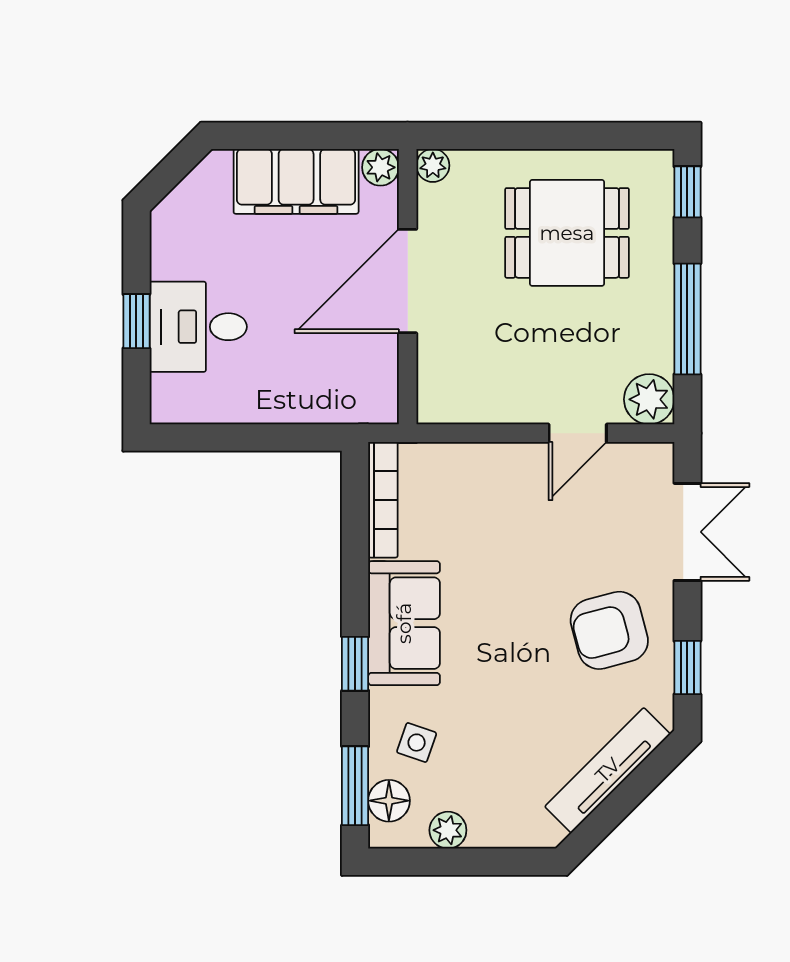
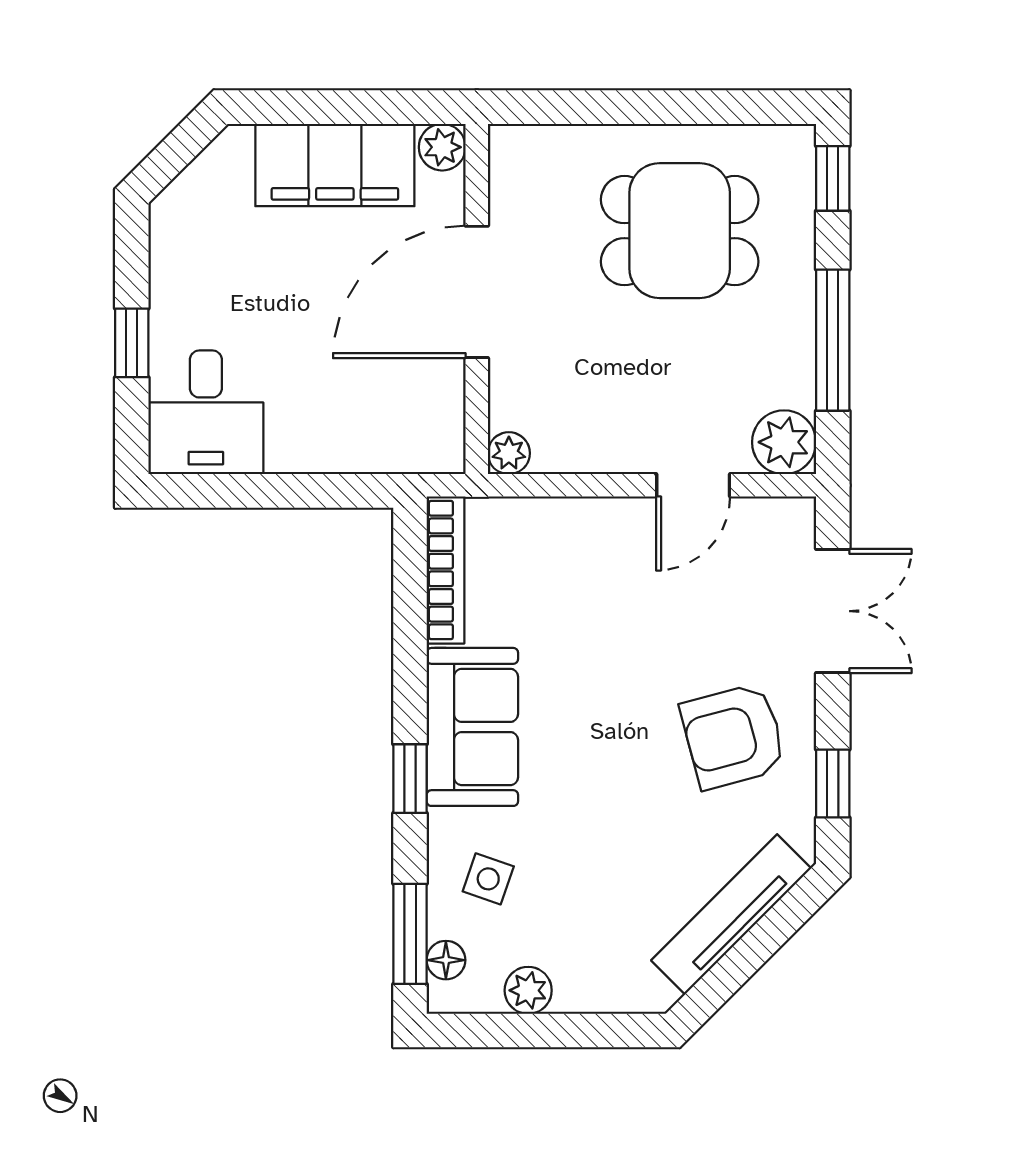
plant: (433, 165) -> (509, 453), moved
desk: (198, 327) -> (206, 412), moved, turned -90
floor lamp: (389, 801) -> (446, 960), width x0.73, depth x0.73

